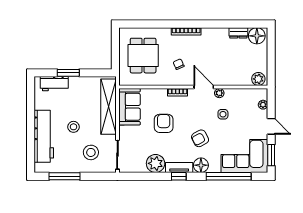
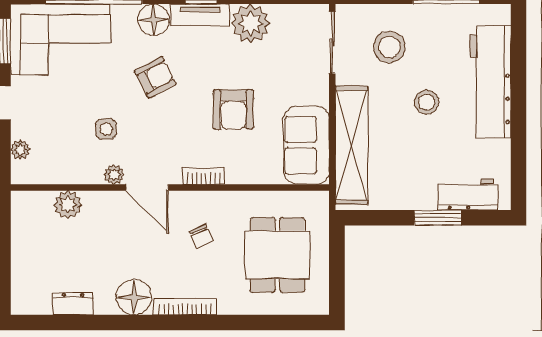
floor lamp: (257, 36) -> (134, 297), moved
plant: (258, 79) -> (68, 205), moved

